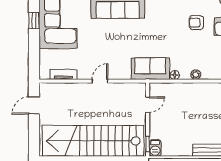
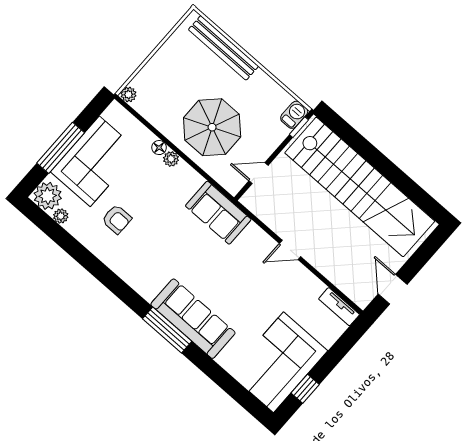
tv unit: (63, 75) -> (339, 307), moved
floor lamp: (175, 75) -> (159, 148), moved
door: (34, 106) -> (393, 289), swing flipped
parasol: (189, 107) -> (212, 127), added

